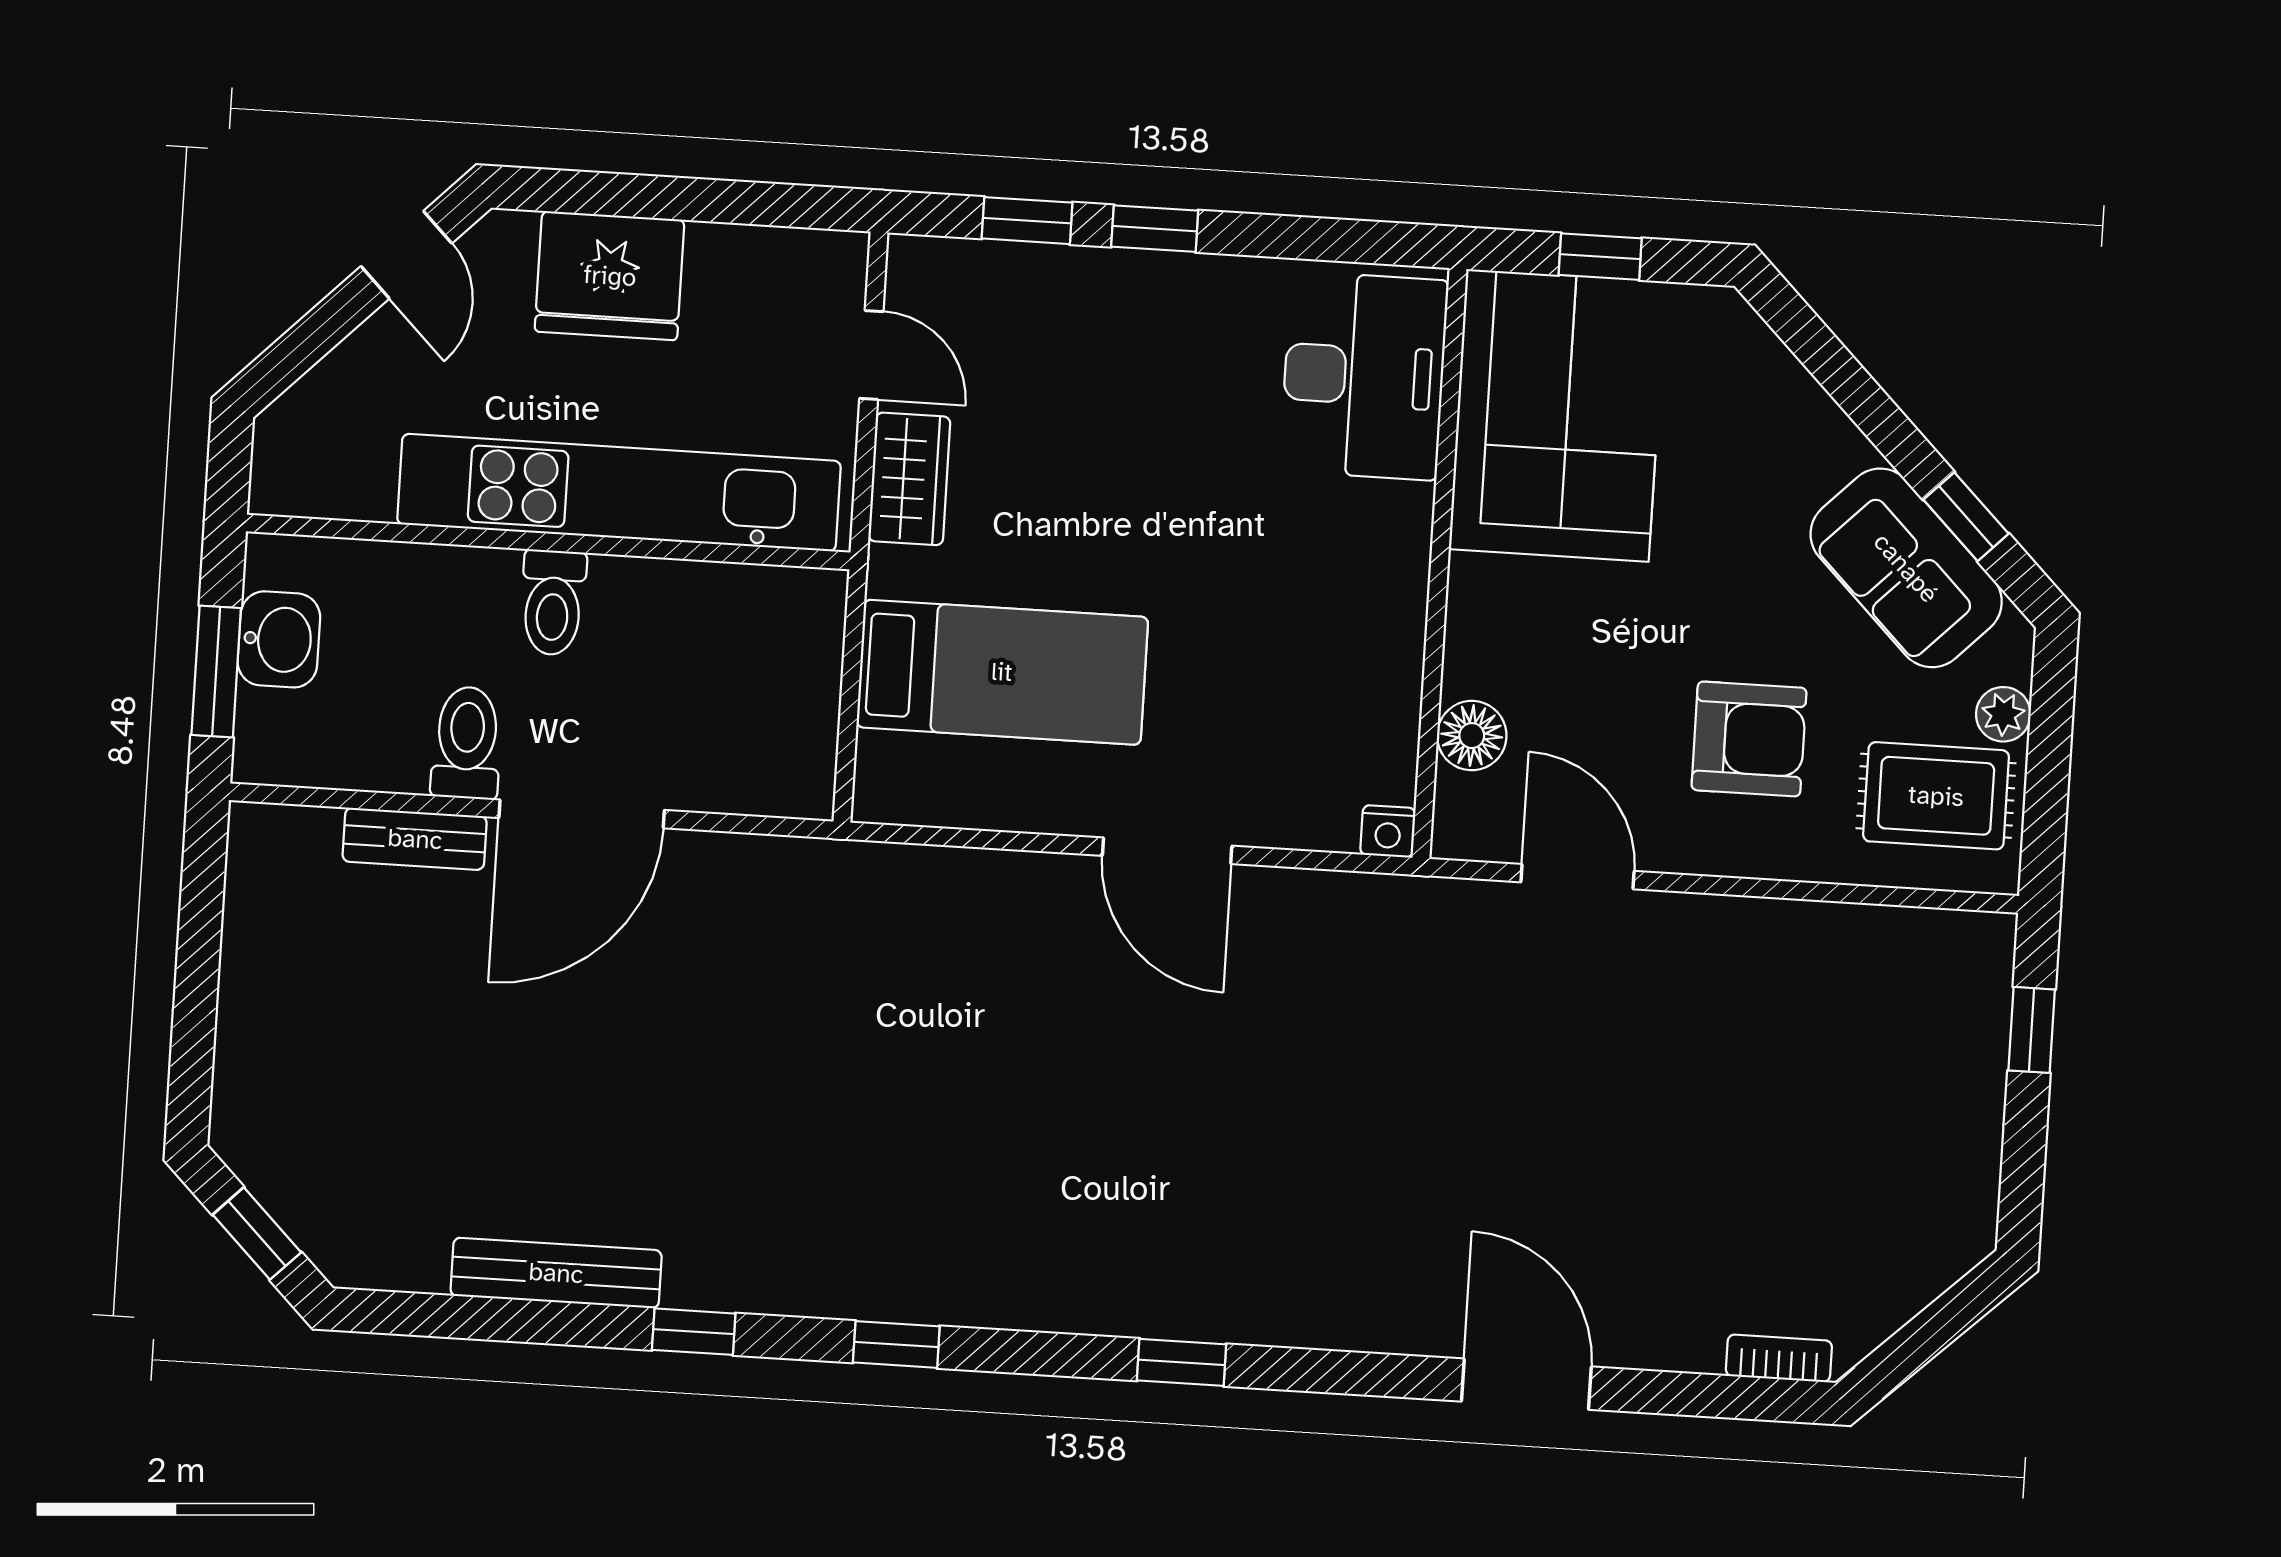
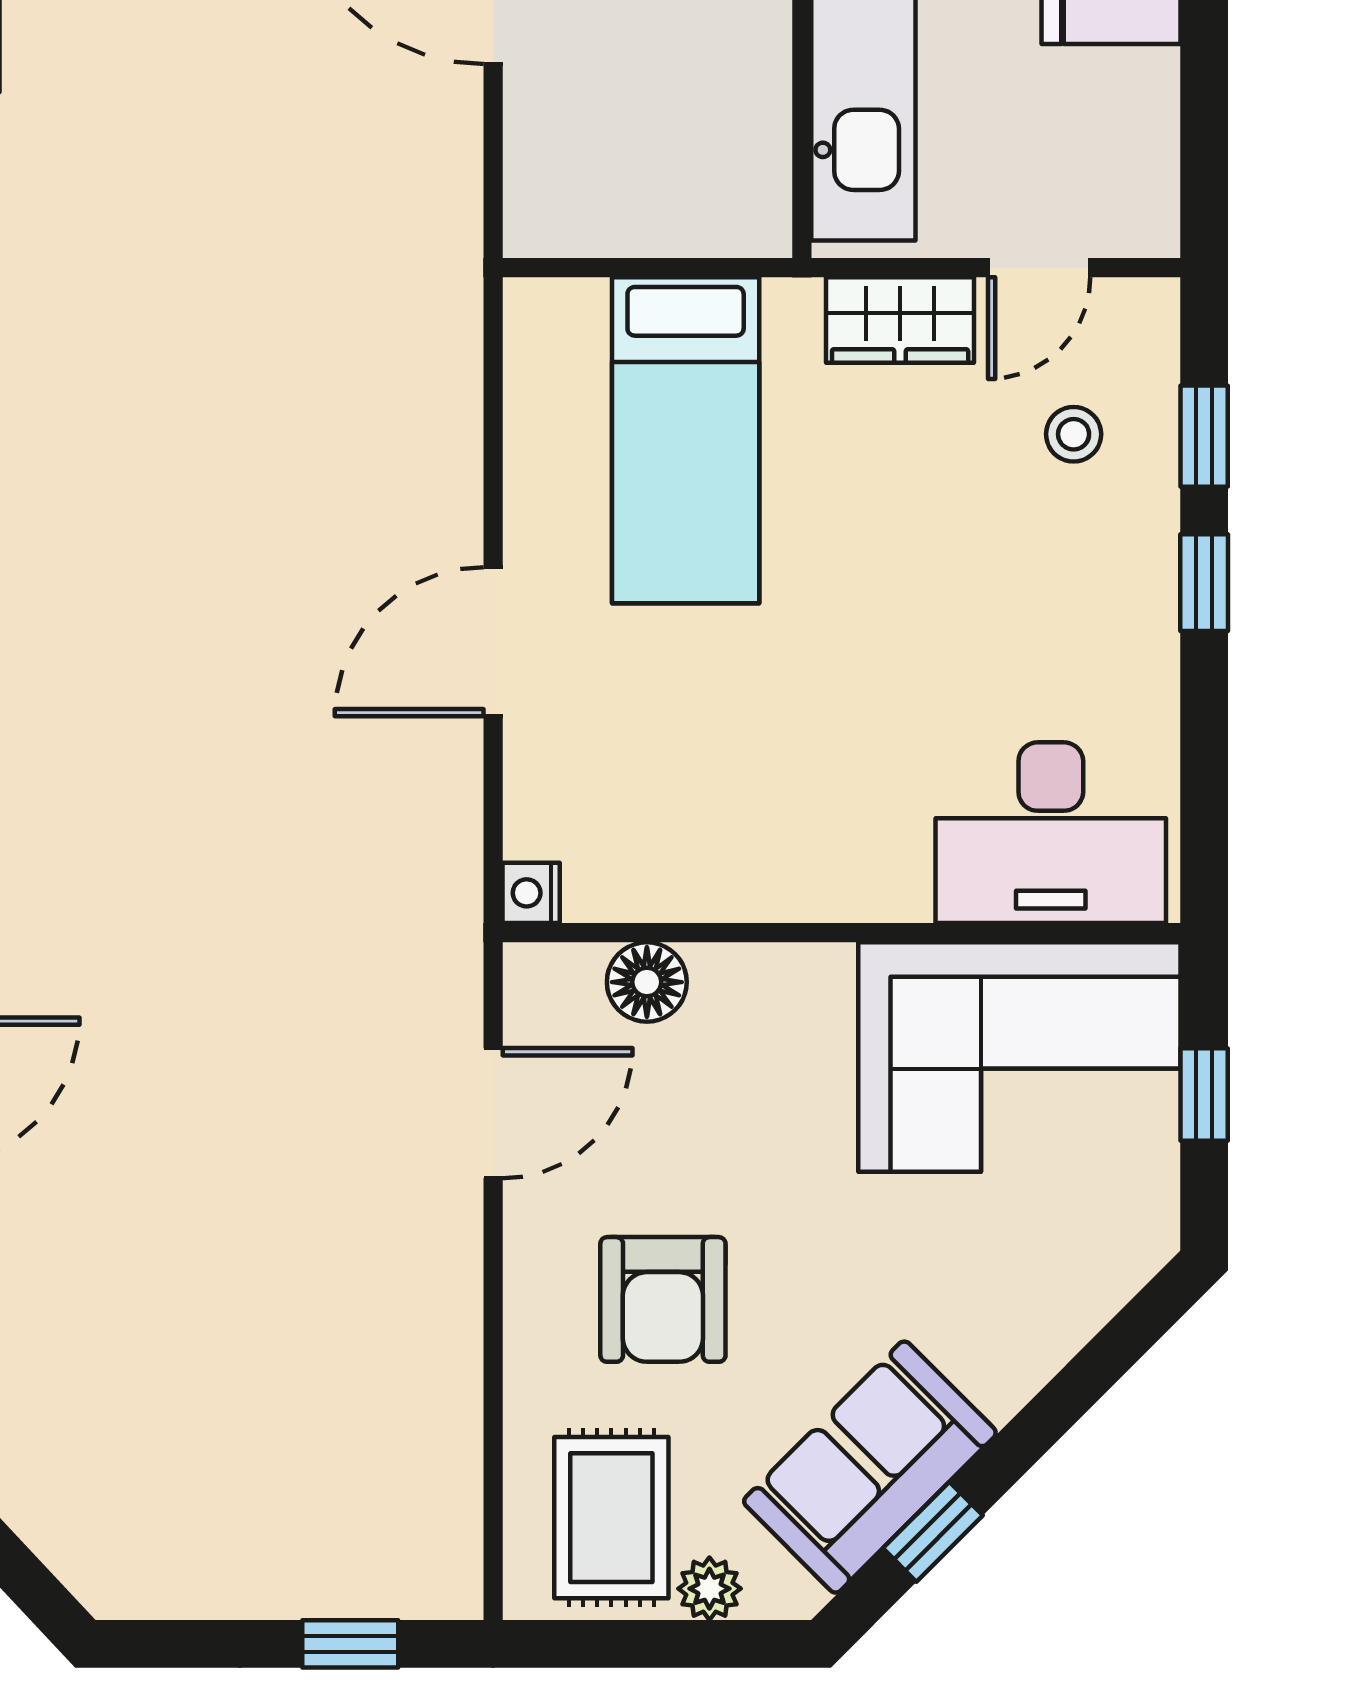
stool: (1018, 334) -> (1074, 434), added

